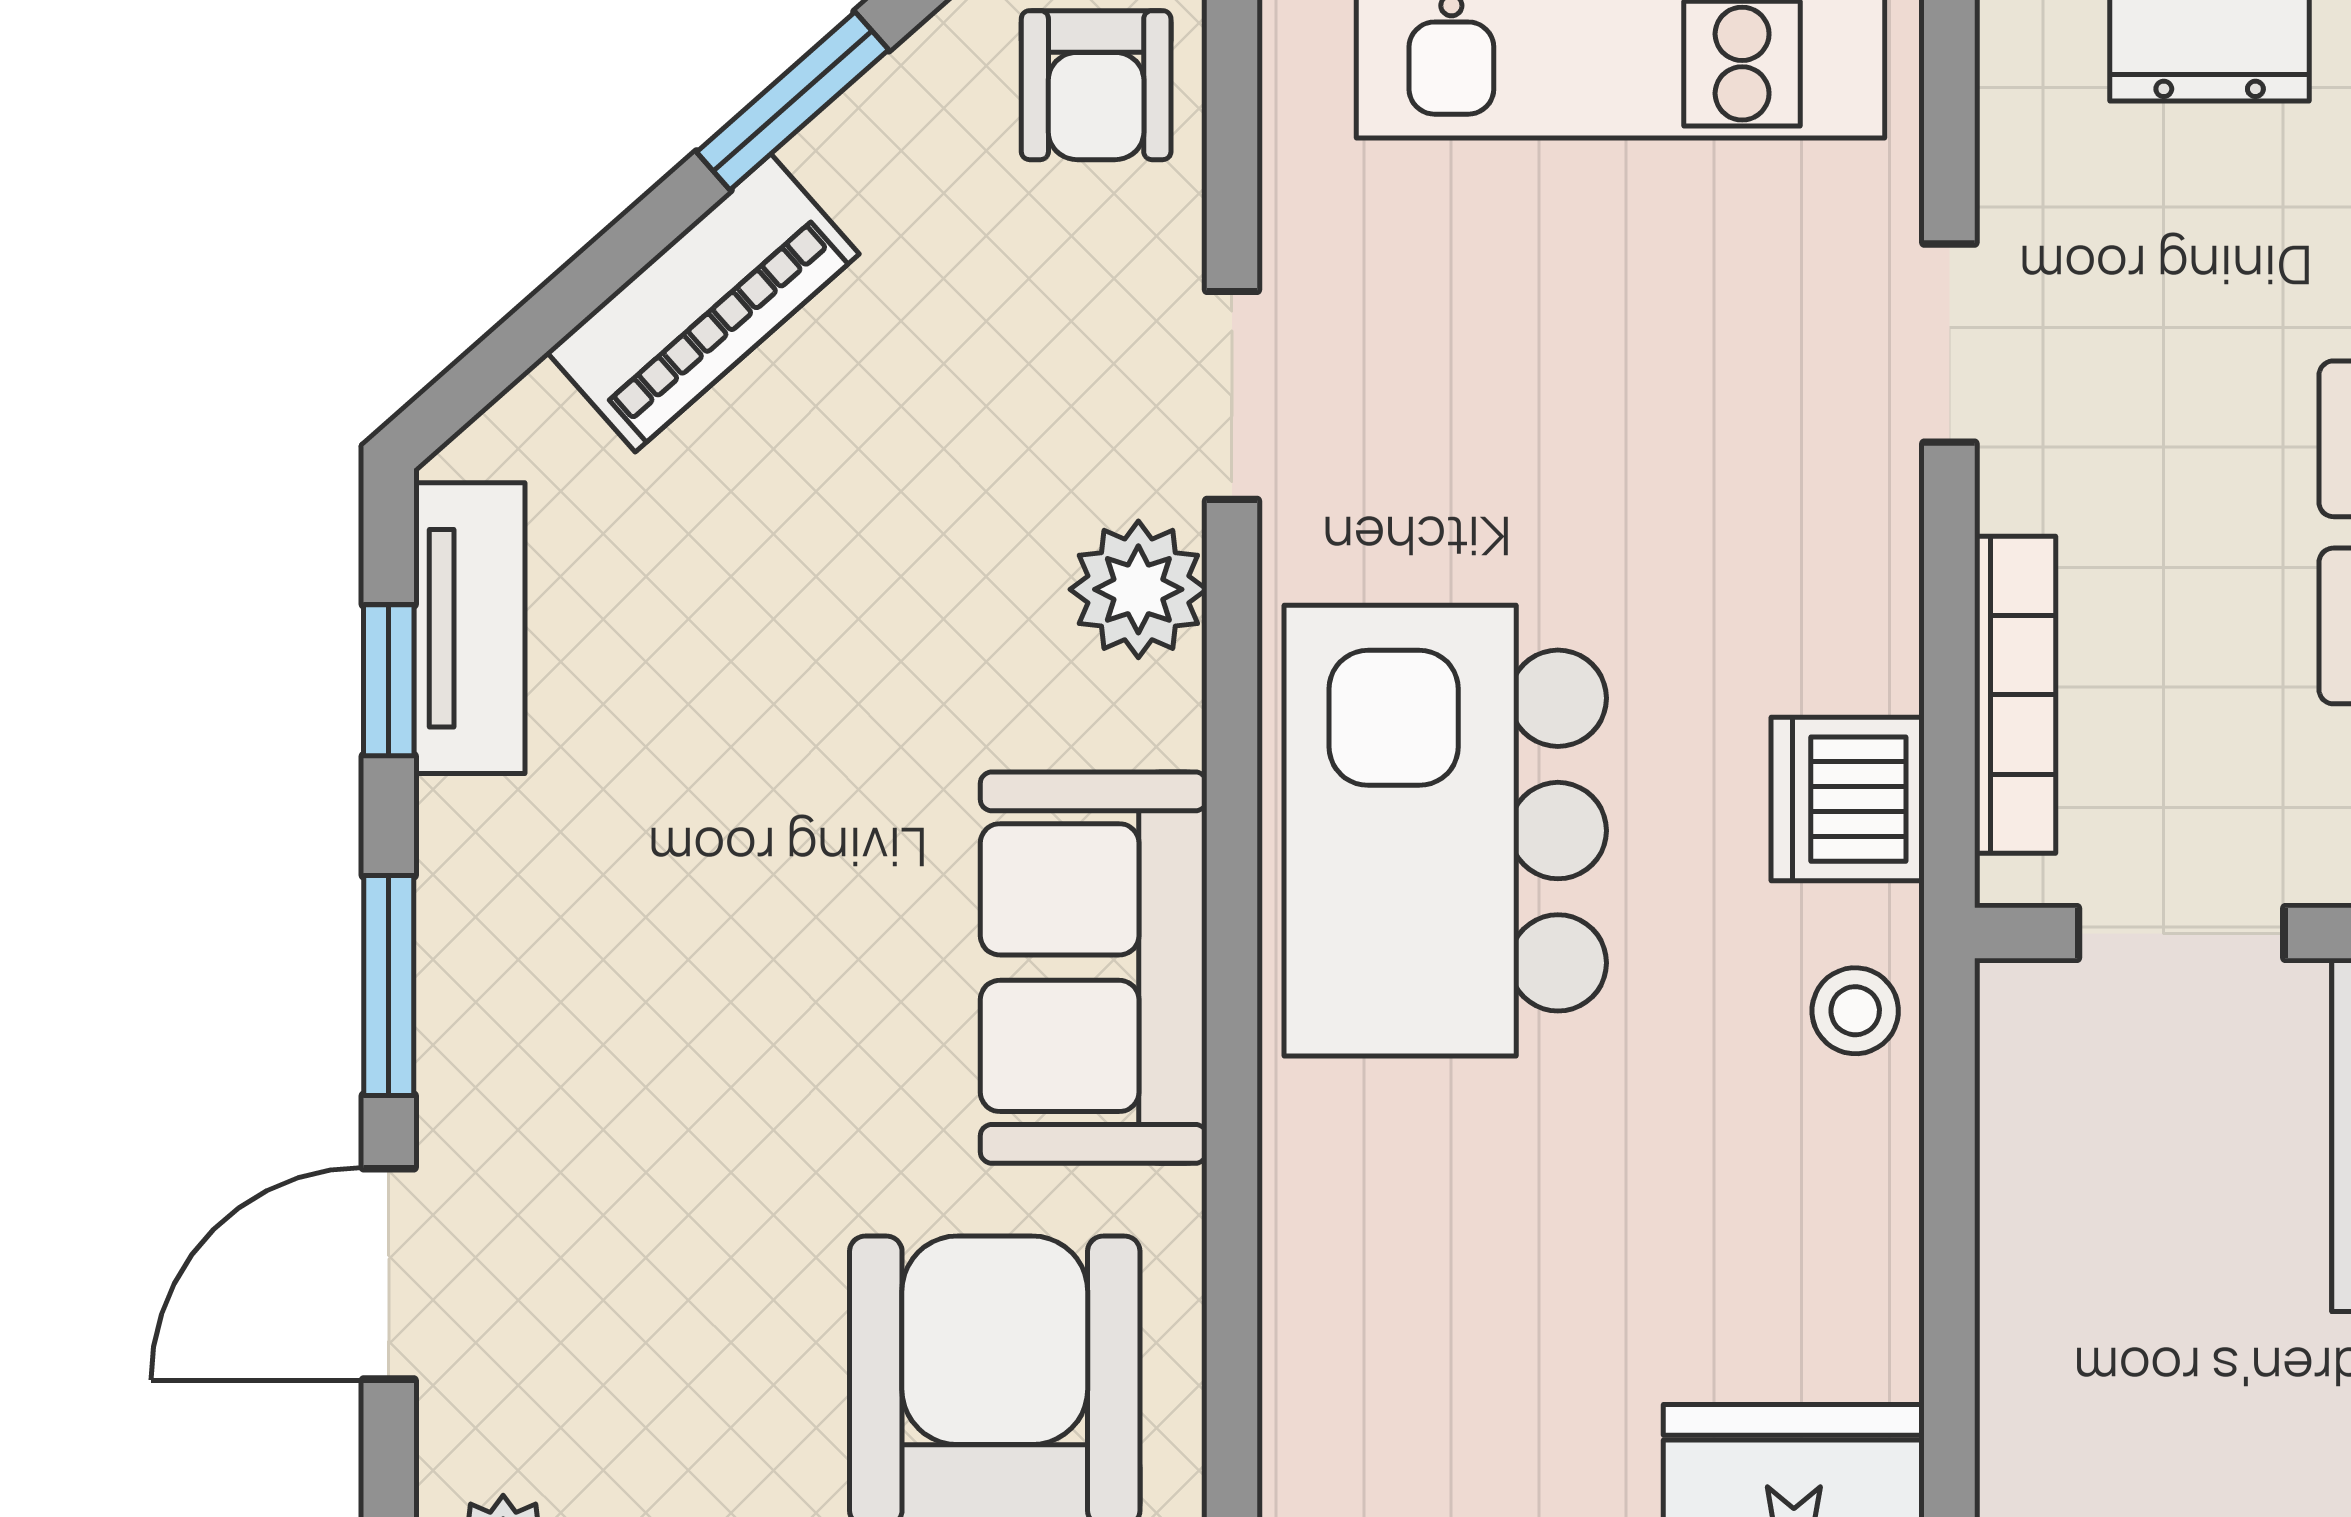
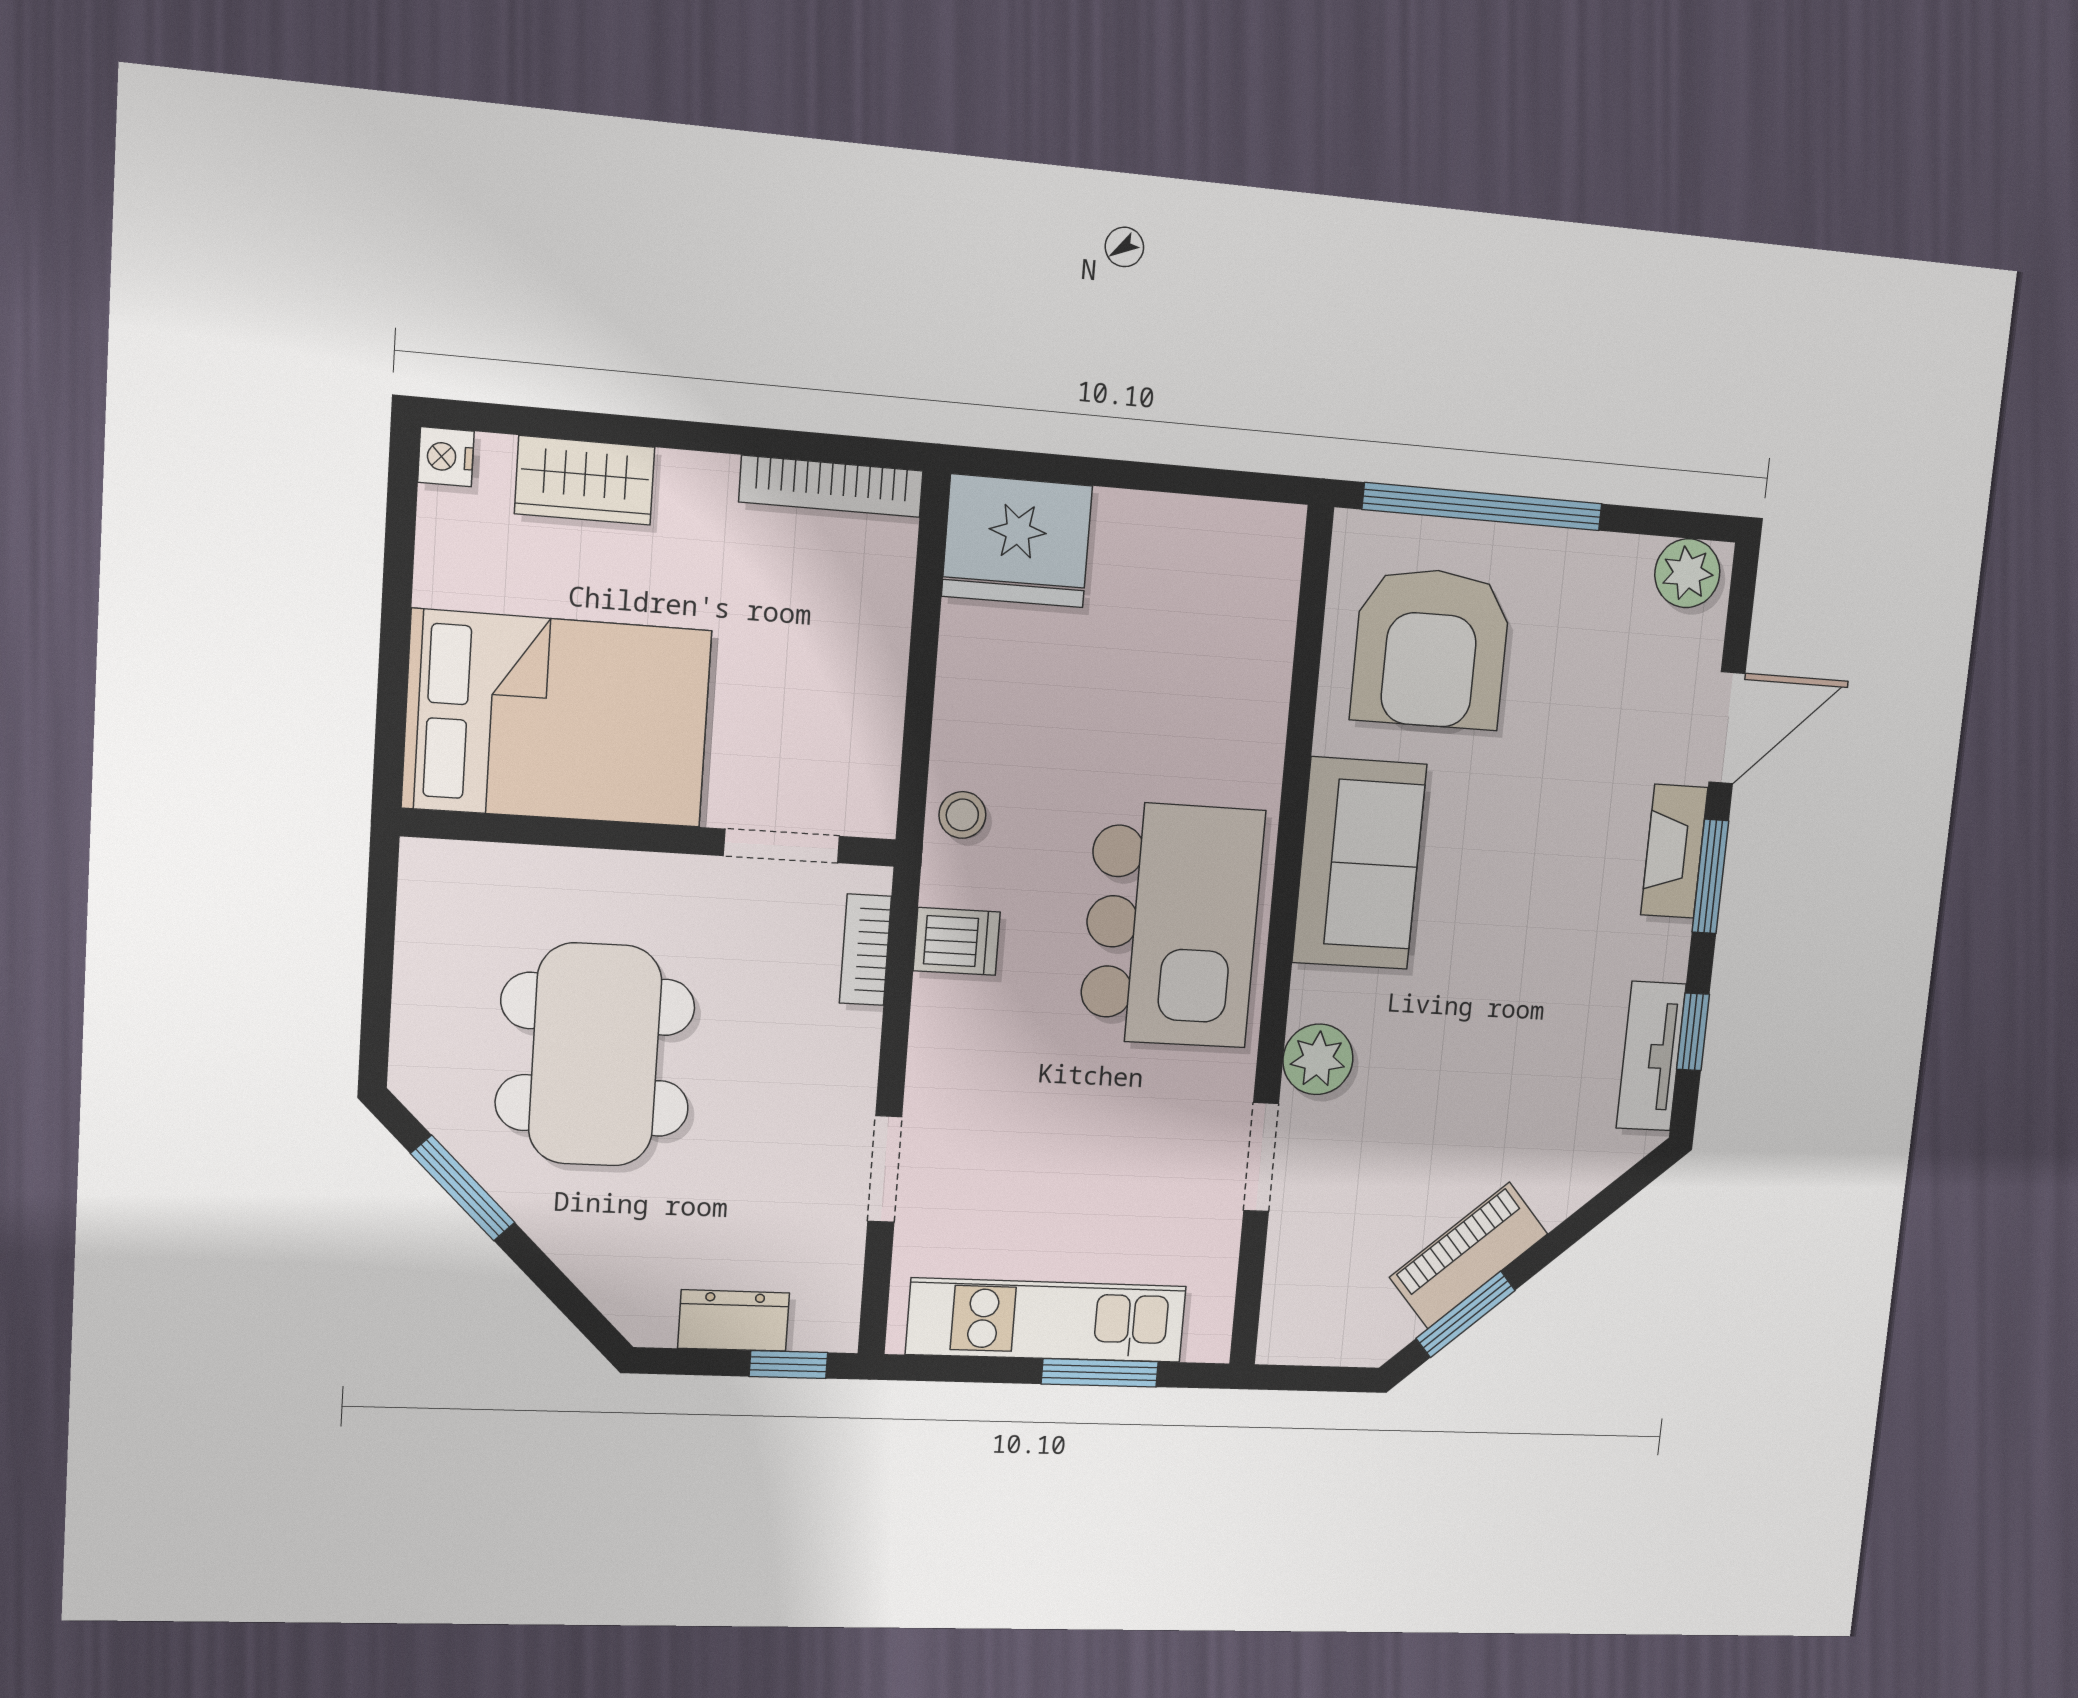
armchair: (1096, 85) -> (1315, 1317), removed
piano: (703, 303) -> (1469, 1255), moved
bookcase: (2015, 695) -> (865, 950), width x0.64
dishwasher: (1848, 799) -> (957, 941), width x0.73
fireplace: (468, 1030) -> (1674, 851), added

